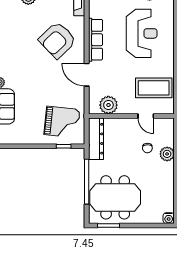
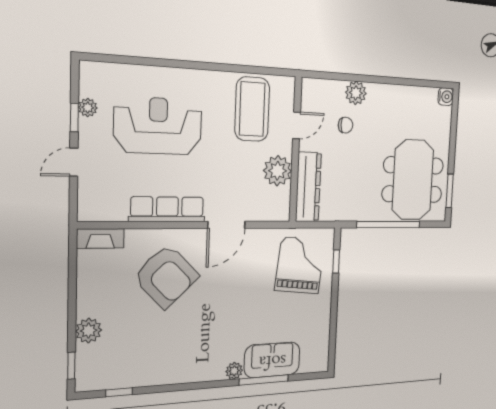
plant: (108, 105) -> (278, 171), moved
dresser: (96, 139) -> (308, 187), moved, turned 90

